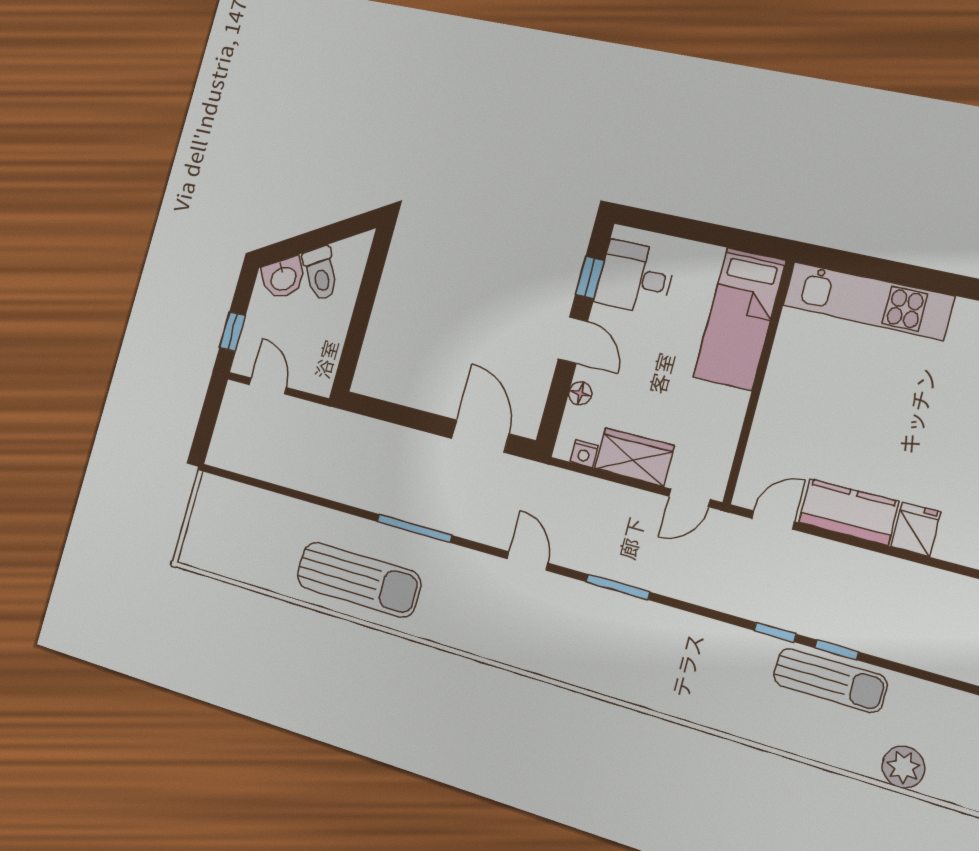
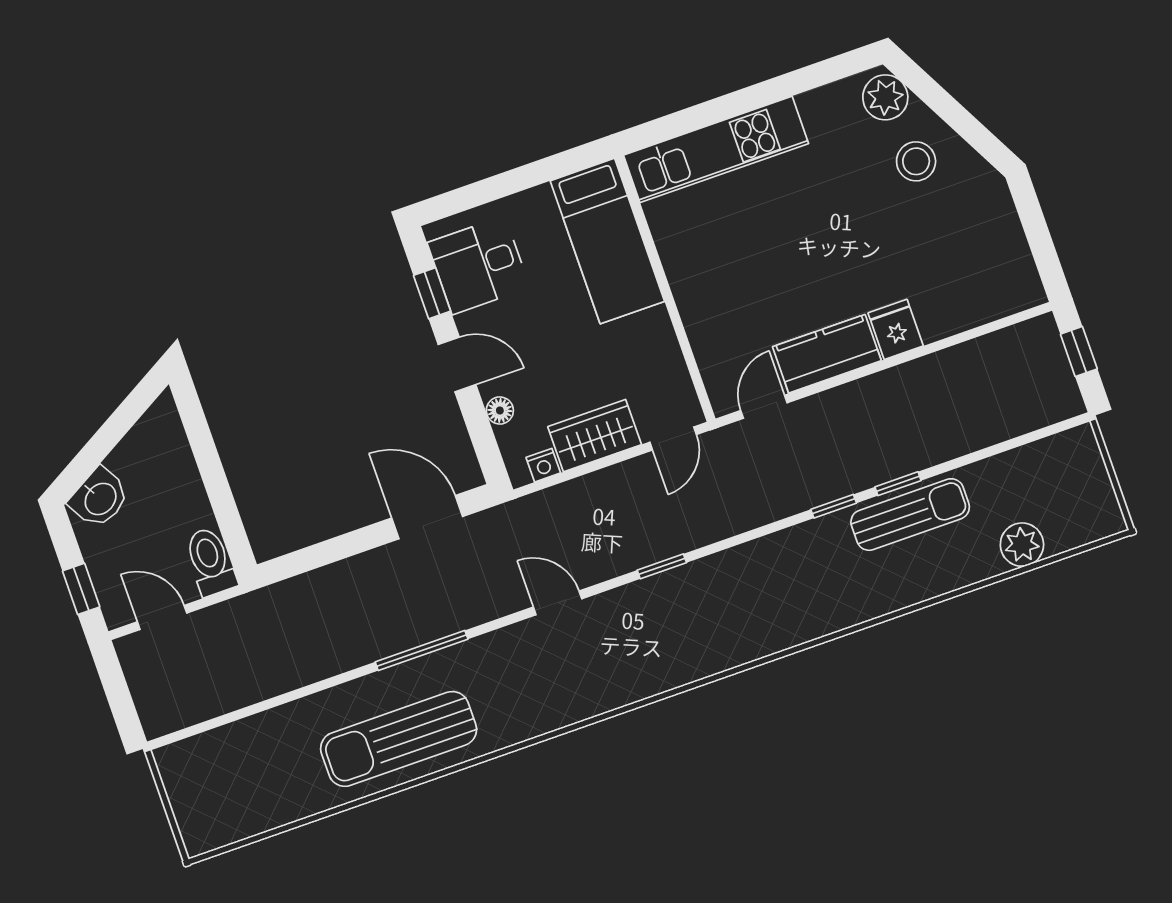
toilet: (320, 273) -> (210, 562), moved, turned -150
sun lounger: (359, 580) -> (399, 739), turned 180
window: (618, 587) -> (662, 566), width x0.67

